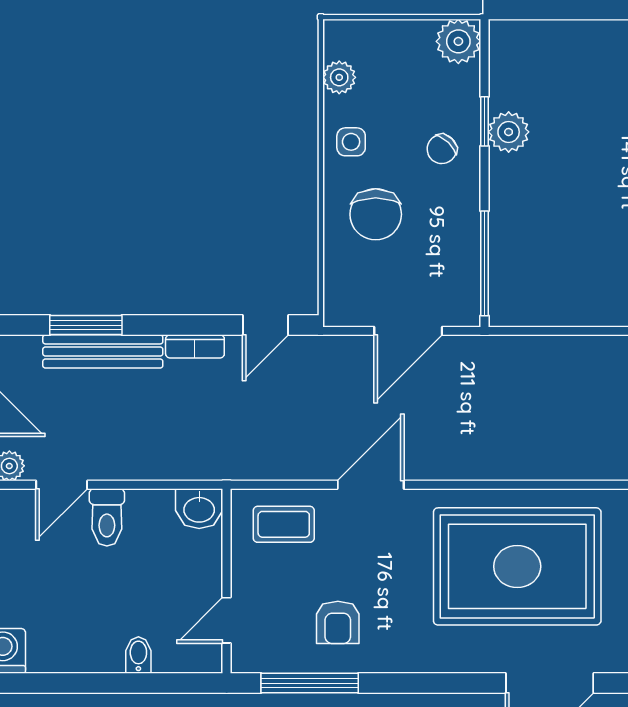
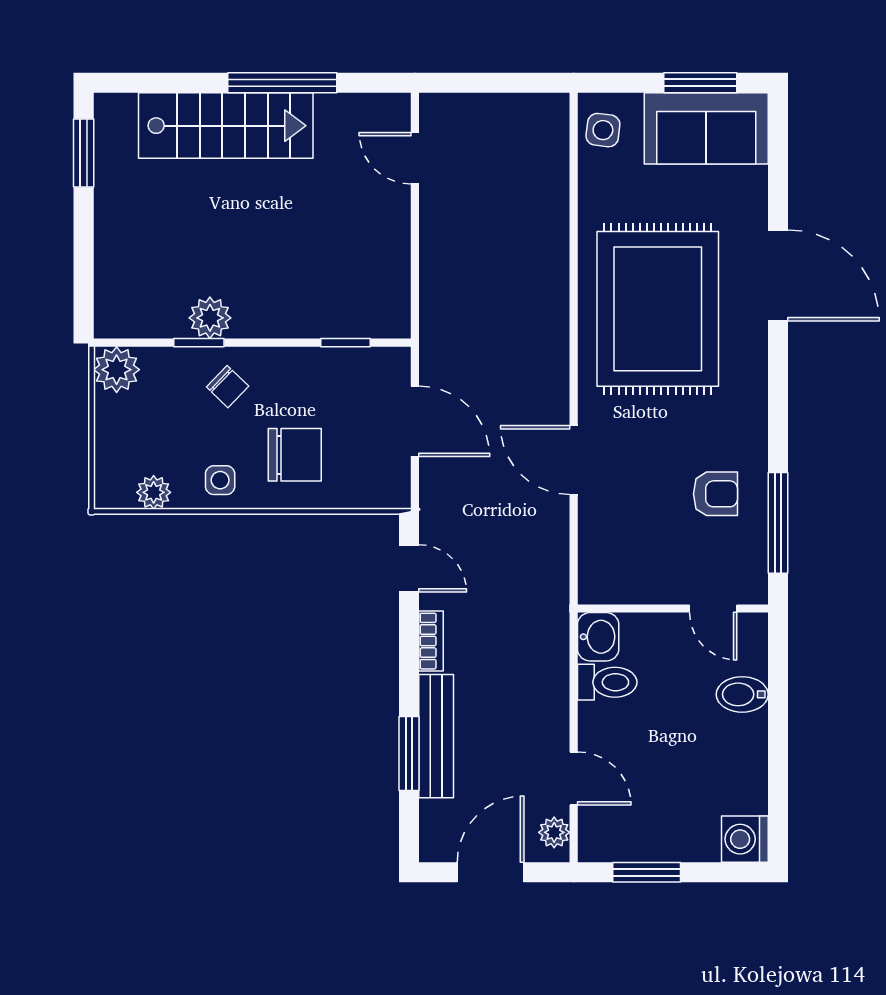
window: (484, 263) -> (345, 343), width x0.46
toilet: (107, 517) -> (607, 682), moved
coffee table: (284, 524) -> (614, 550), removed
bidet: (138, 655) -> (742, 694), width x1.38, depth x1.36

